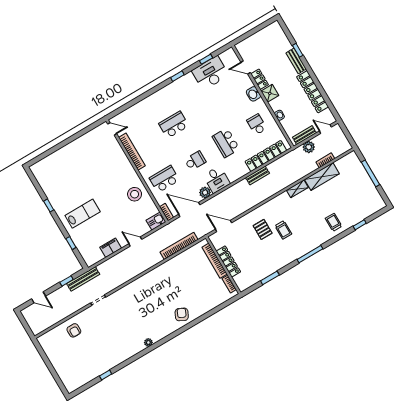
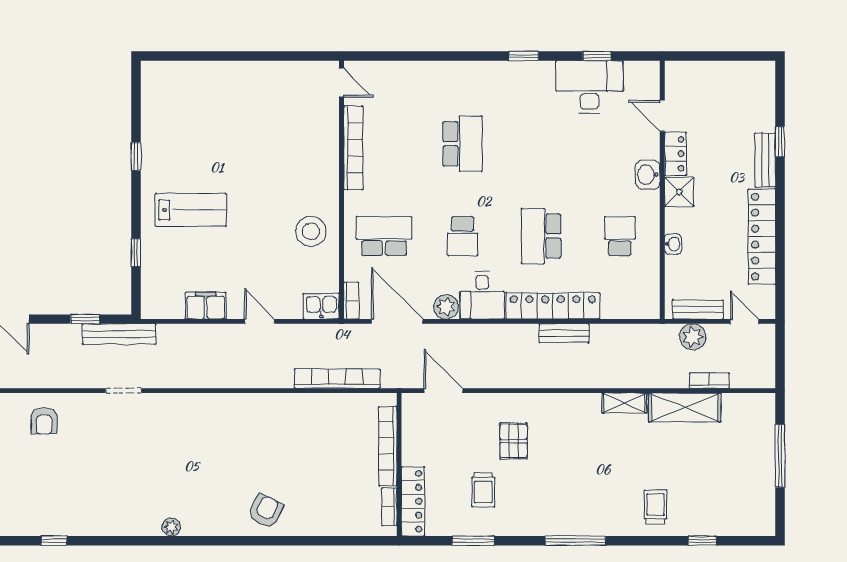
school desk: (174, 125) -> (463, 144), turned 90
locker: (266, 156) -> (553, 306), moved
school desk: (195, 161) -> (463, 236), turned 90
trolley: (283, 230) -> (483, 490), moved
locker: (228, 261) -> (413, 501), moved

